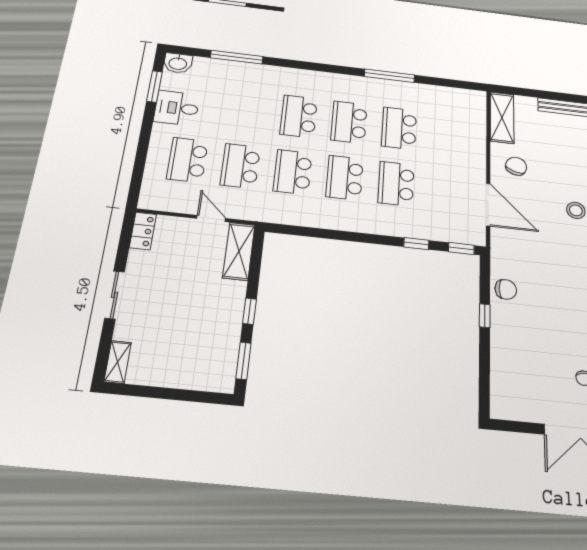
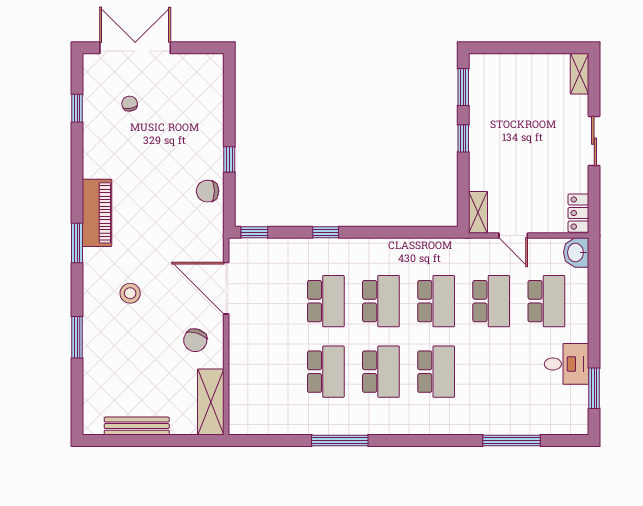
washbasin: (178, 63) -> (576, 252), moved, turned -90
window: (416, 244) -> (326, 232), moved
shelving: (239, 251) -> (478, 212), width x0.67, depth x0.75

